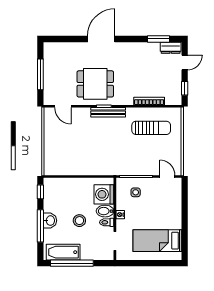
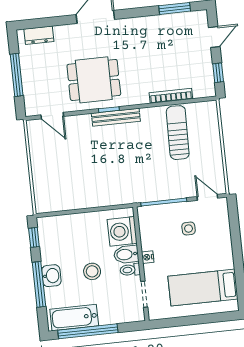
dresser: (171, 48) -> (39, 35), moved
sun lounger: (151, 128) -> (178, 133), turned -89
side table: (136, 192) -> (189, 229), moved

